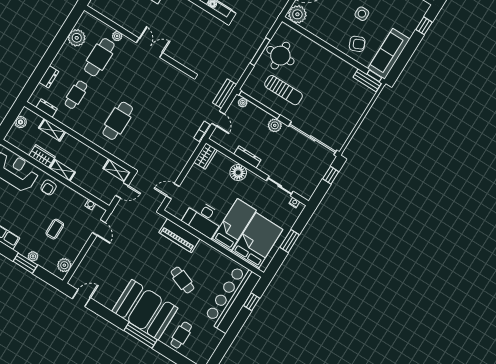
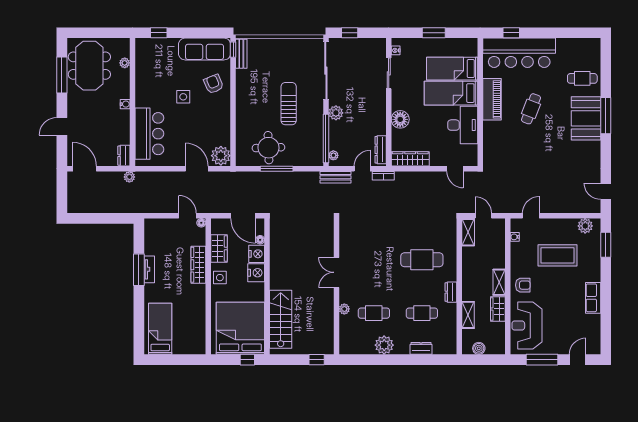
plant: (77, 38) -> (384, 345), moved
cafe table: (99, 57) -> (374, 313), width x0.73, depth x0.74
sun lounger: (284, 90) -> (289, 104), moved
dresser: (47, 108) -> (451, 292), moved
wardrobe: (205, 156) -> (410, 159), width x1.50
dresser: (247, 157) -> (381, 150), moved
coffee table: (55, 229) -> (557, 255), width x1.86, depth x1.72
piano: (179, 236) -> (492, 99), moved
bed: (257, 241) -> (452, 69), width x0.67
plant: (33, 256) -> (595, 260), removed
window: (25, 263) -> (606, 245), moved
booth: (145, 310) -> (586, 118), width x0.73, depth x0.70

